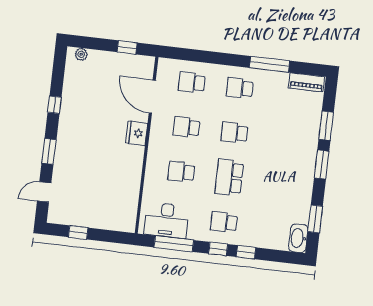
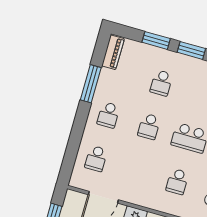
school desk: (186, 127) -> (161, 83), moved

